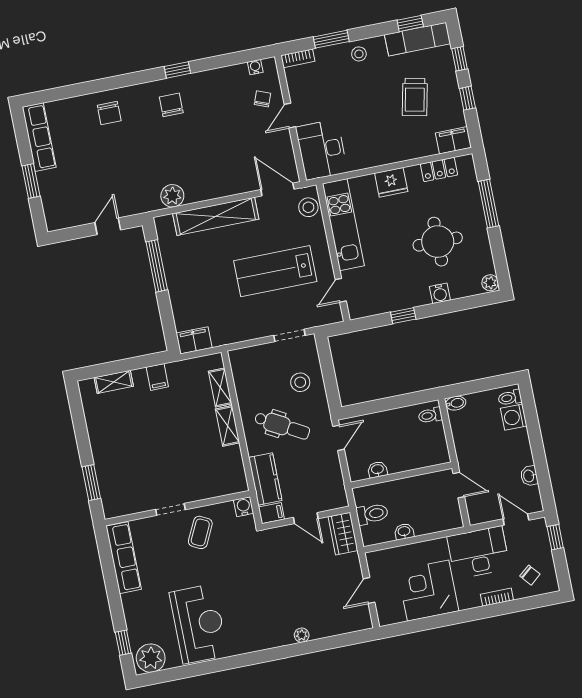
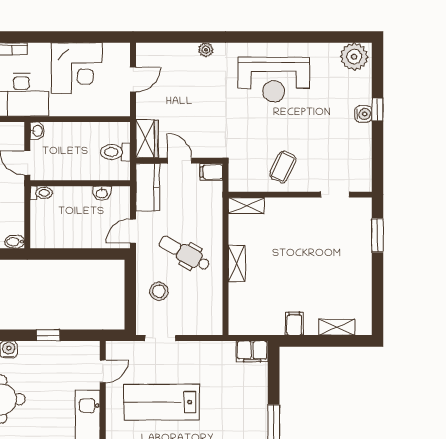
lab bench: (275, 271) -> (162, 402), turned 180
shelving: (220, 388) -> (246, 206), moved, turned 90
toilet: (430, 415) -> (41, 193), moved
kitchen counter: (265, 479) -> (148, 187), moved, turned 180
water cooler: (244, 507) -> (363, 114), moved, turned -90
doorway: (170, 509) -> (335, 195), moved
washbasin: (404, 532) -> (37, 131), moved, turned -90
row of seats: (124, 558) -> (361, 158), removed
reception desk: (199, 624) -> (274, 80), moved, turned -90
window: (123, 643) -> (377, 109), moved

